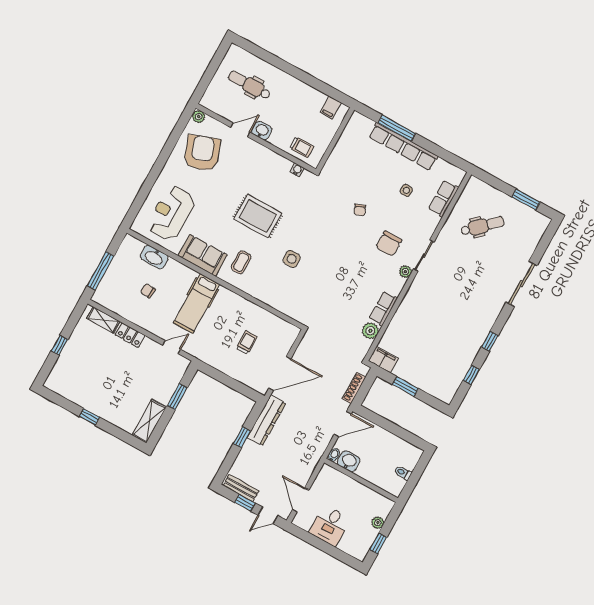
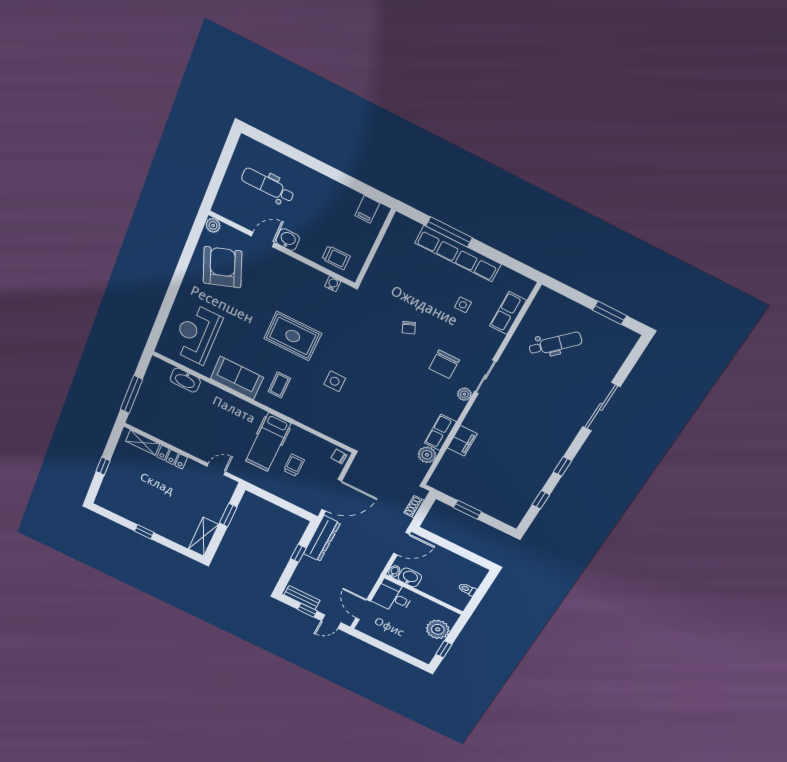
chair: (148, 291) -> (339, 456), moved
hospital bed: (197, 303) -> (268, 442), moved
filing cabinet: (383, 360) -> (462, 441), moved, turned 90
shoe rack: (354, 388) -> (414, 507), width x0.70
plant: (378, 523) -> (438, 629), width x1.88, depth x1.88
desk: (330, 526) -> (393, 597), moved, turned 90

